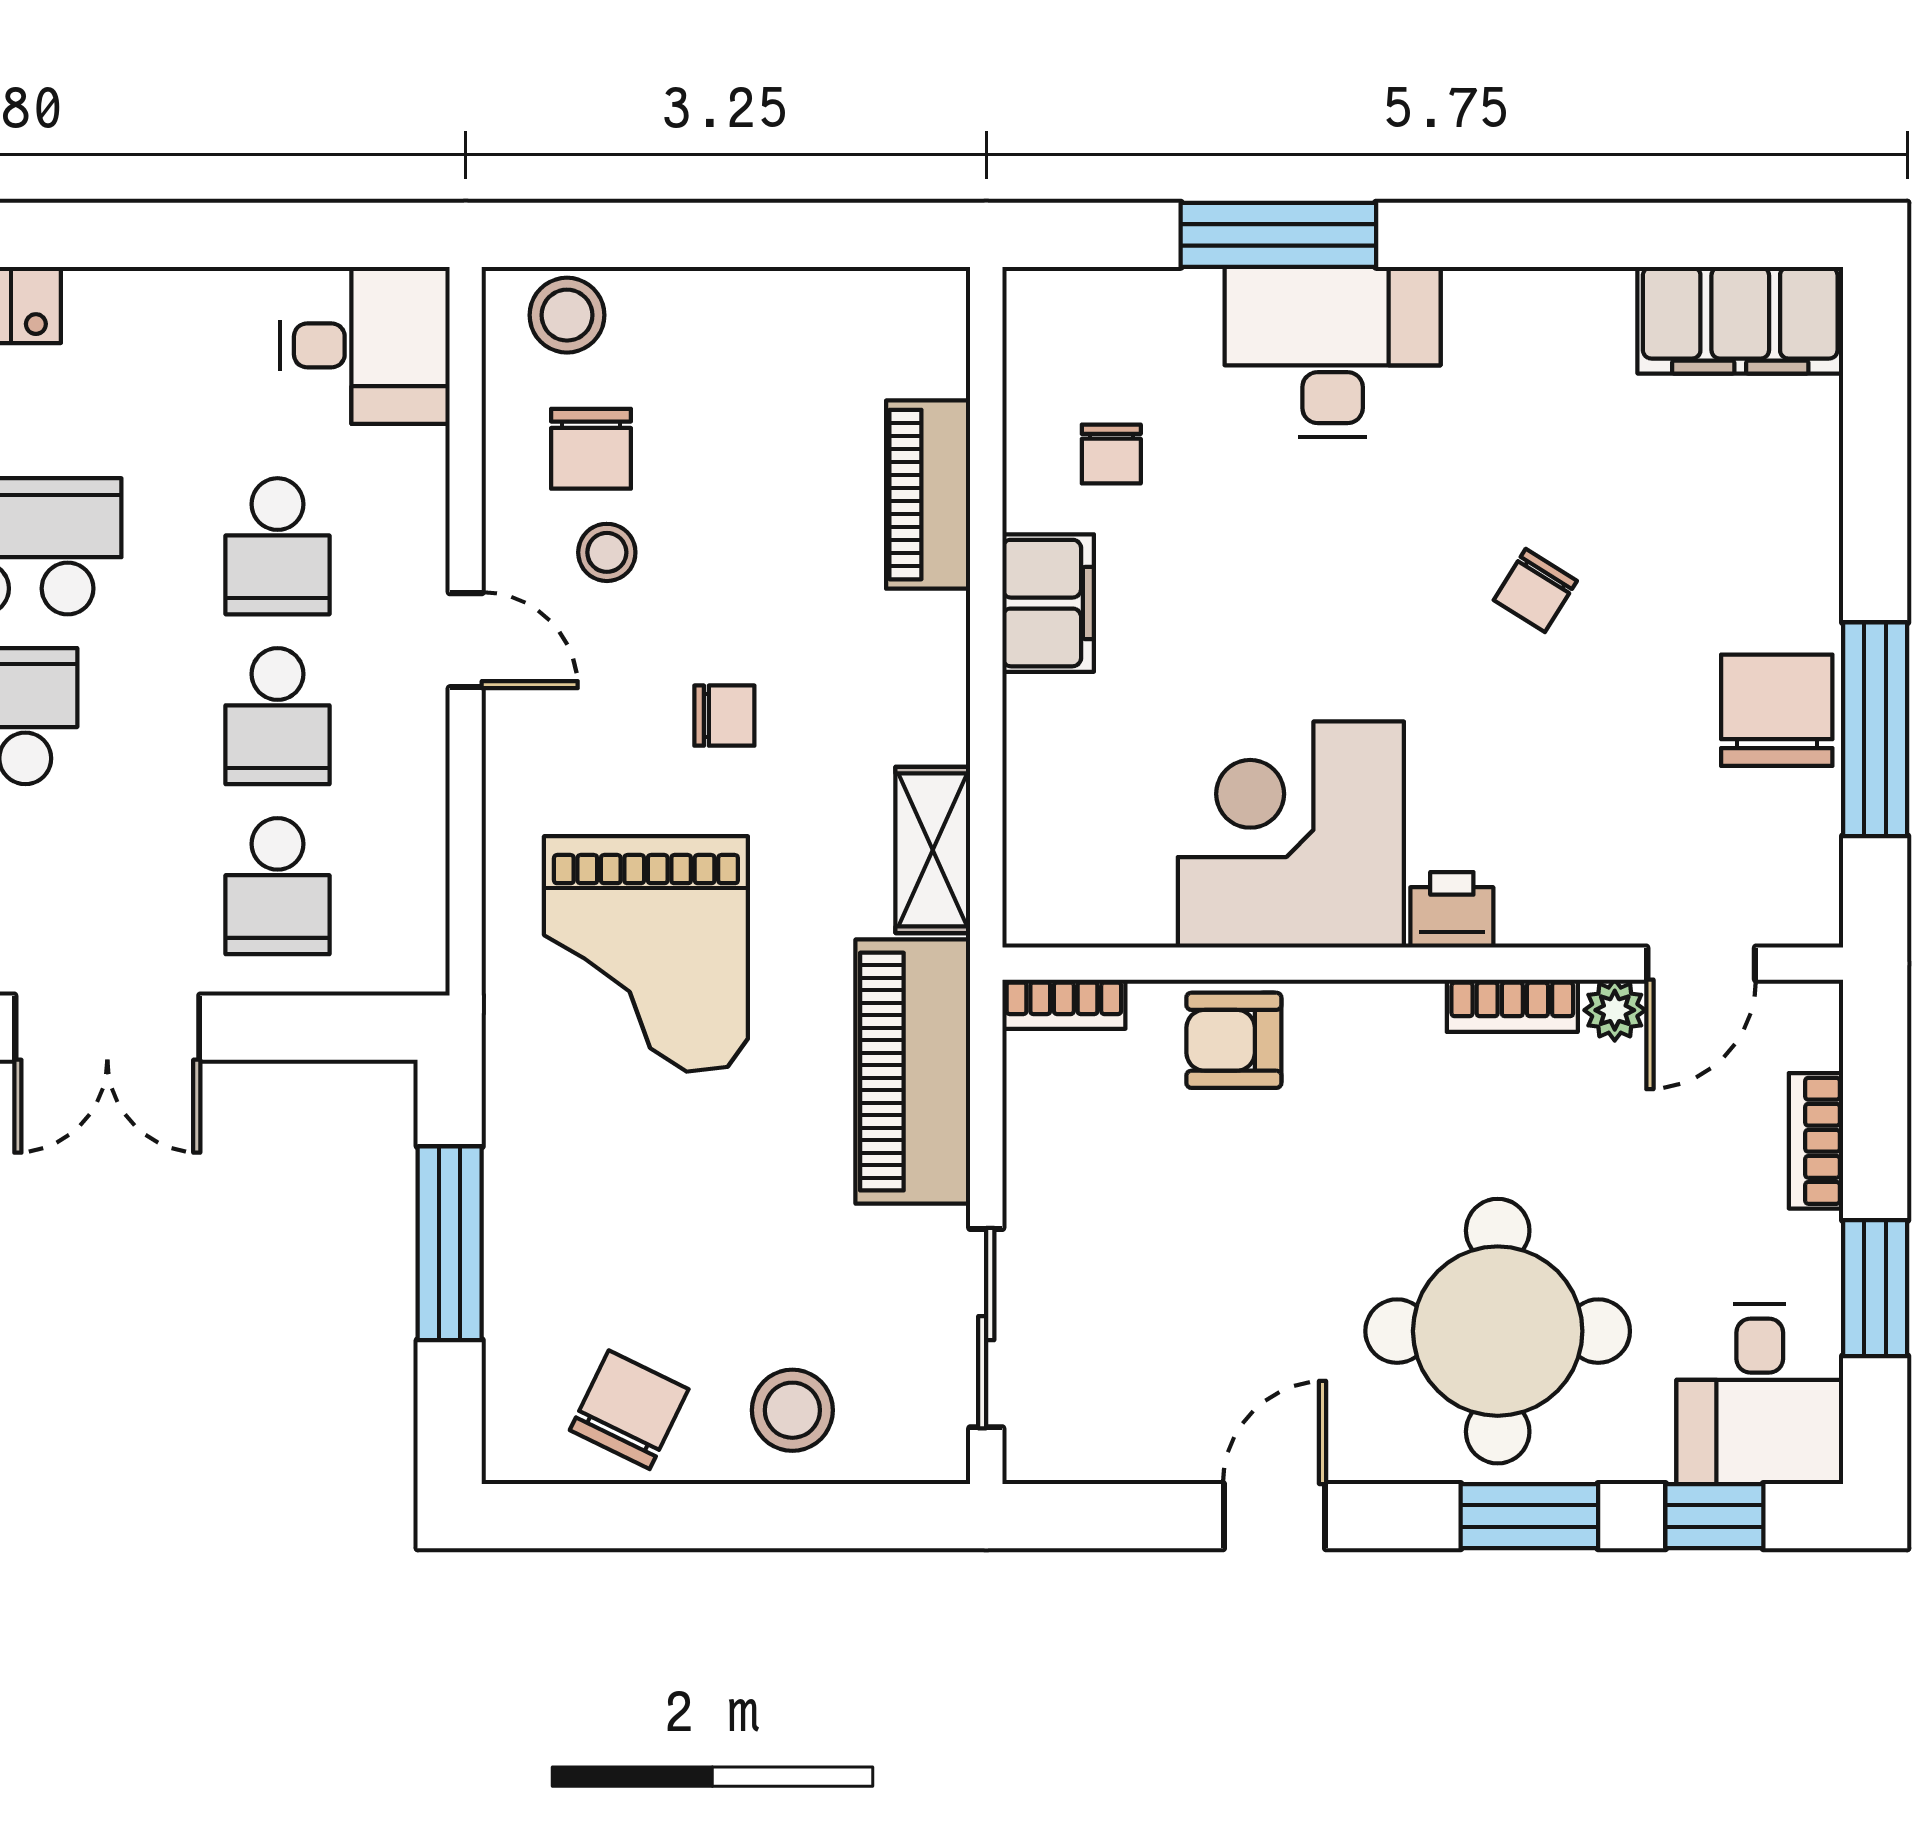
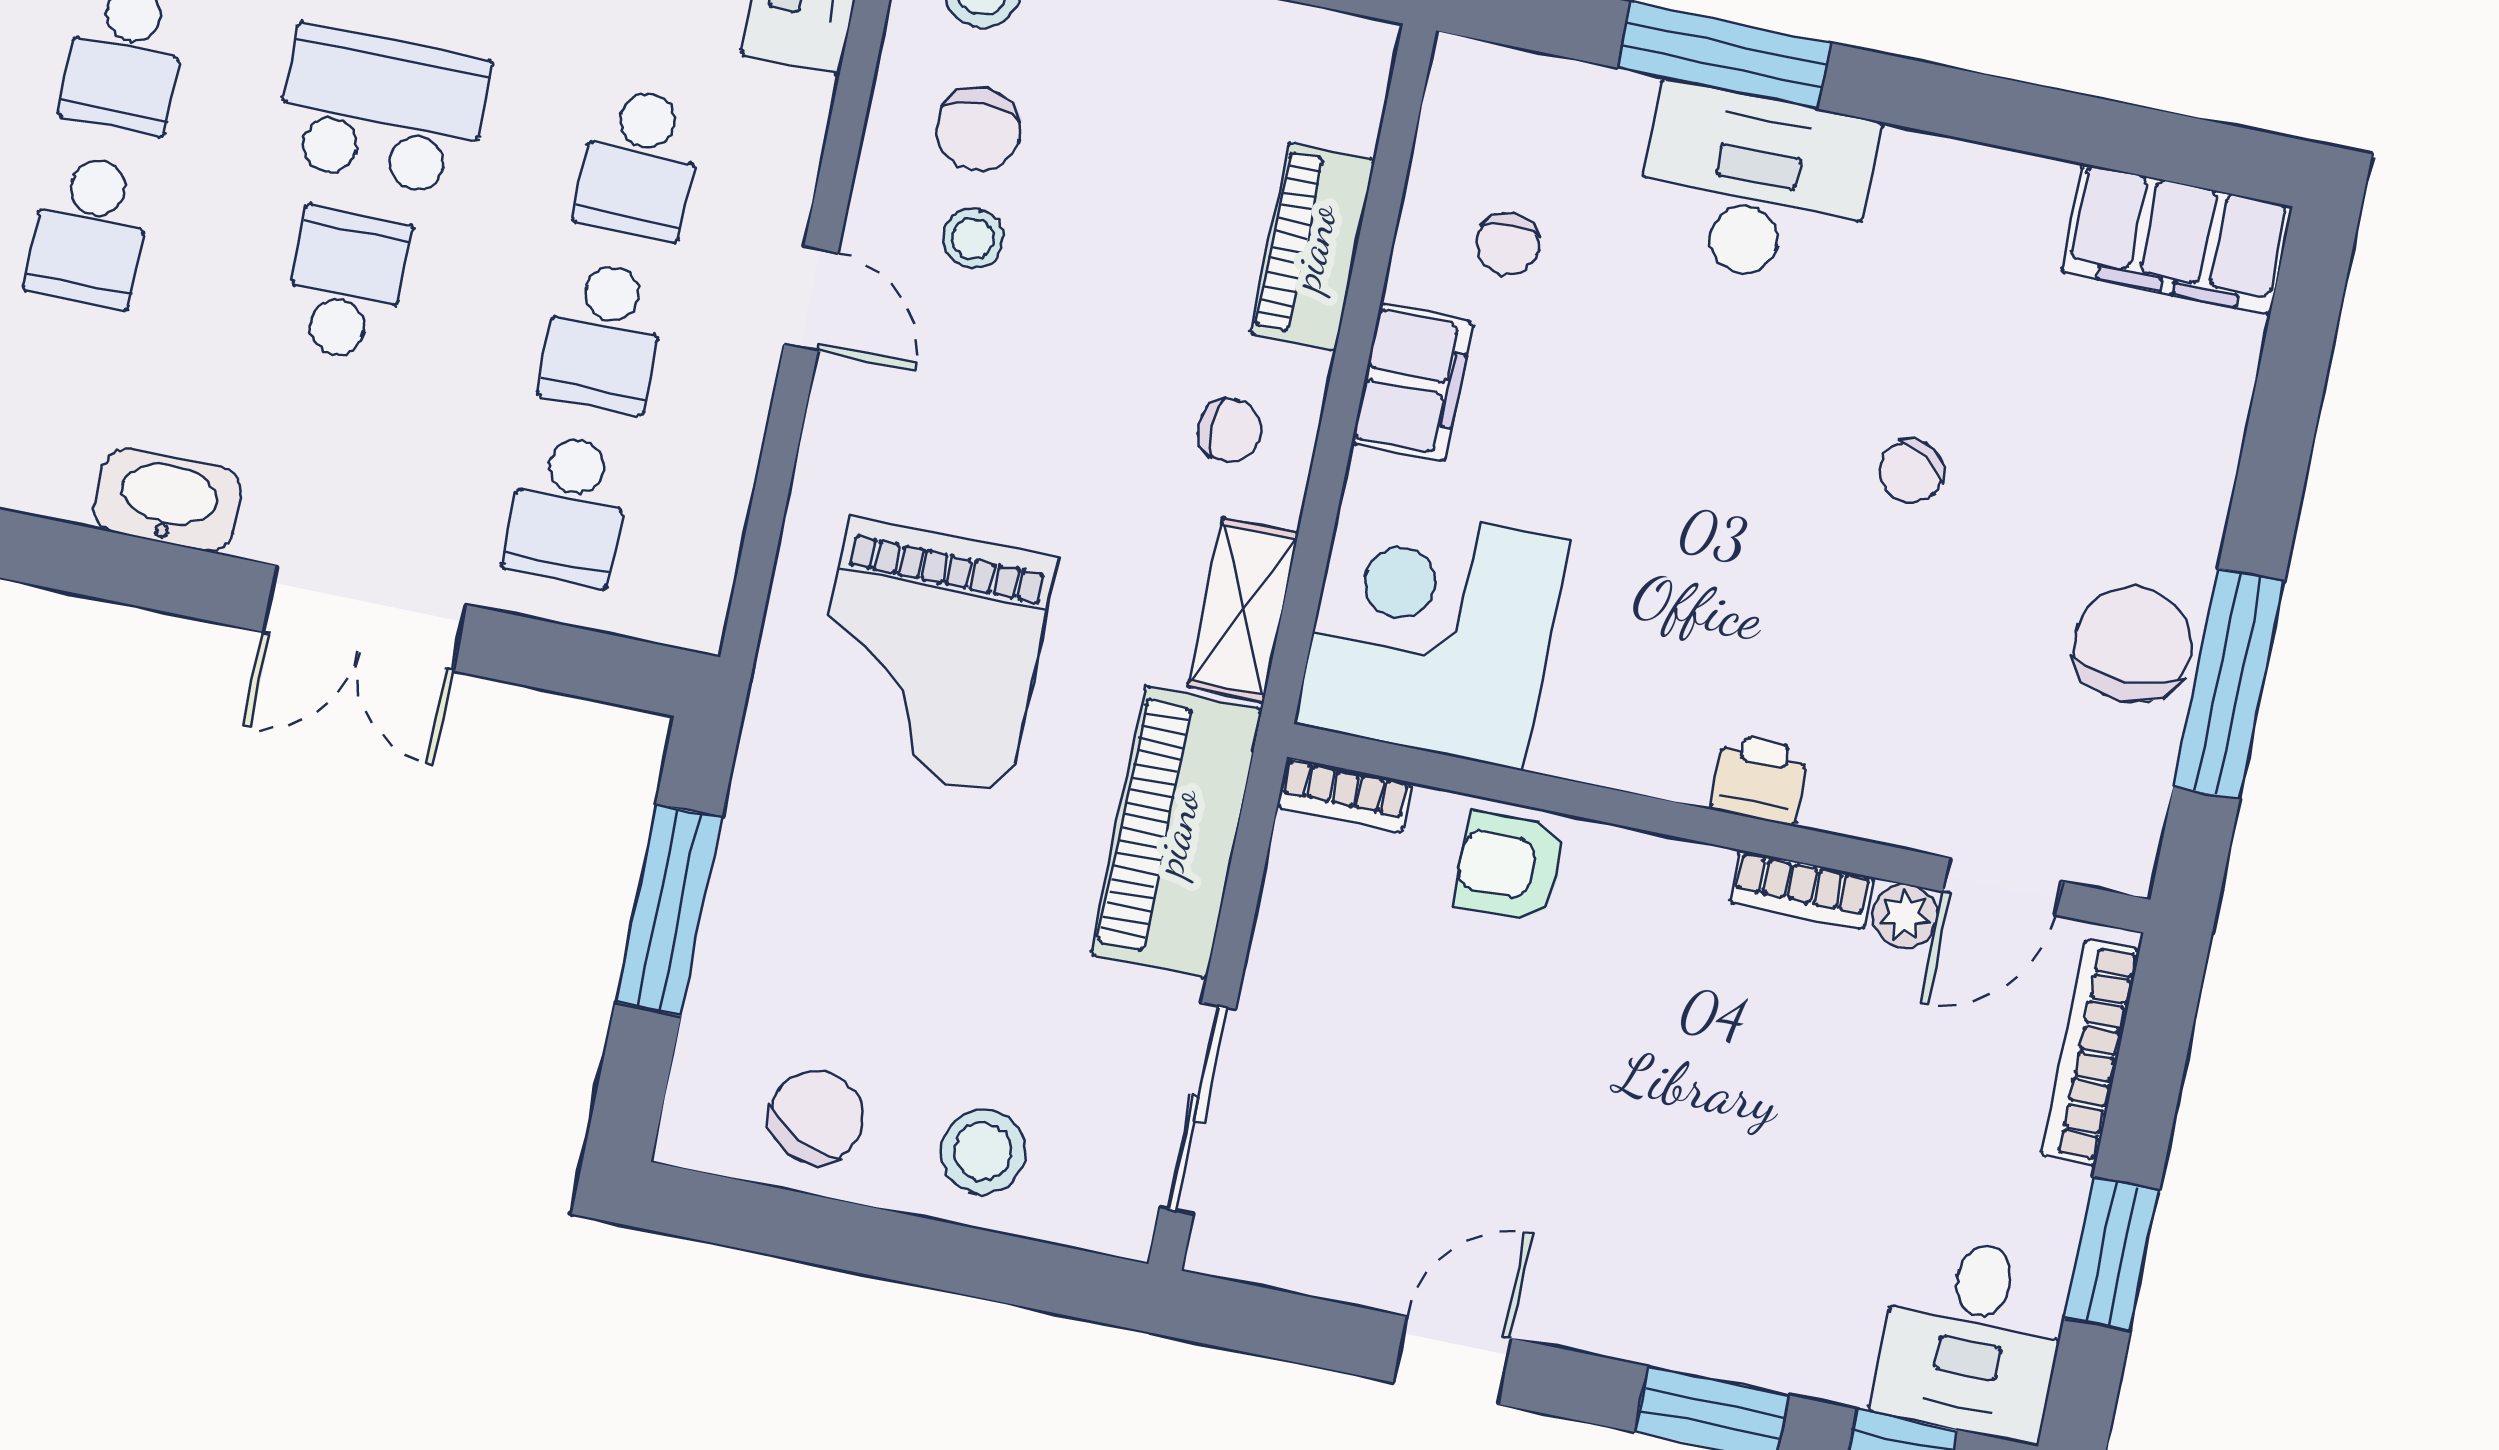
chair: (724, 716) -> (1229, 430), moved
corner desk: (1291, 834) -> (1432, 632), moved
bookcase: (1816, 1141) -> (2090, 1052), width x1.56
round table: (1498, 1331) -> (1718, 1219), removed

